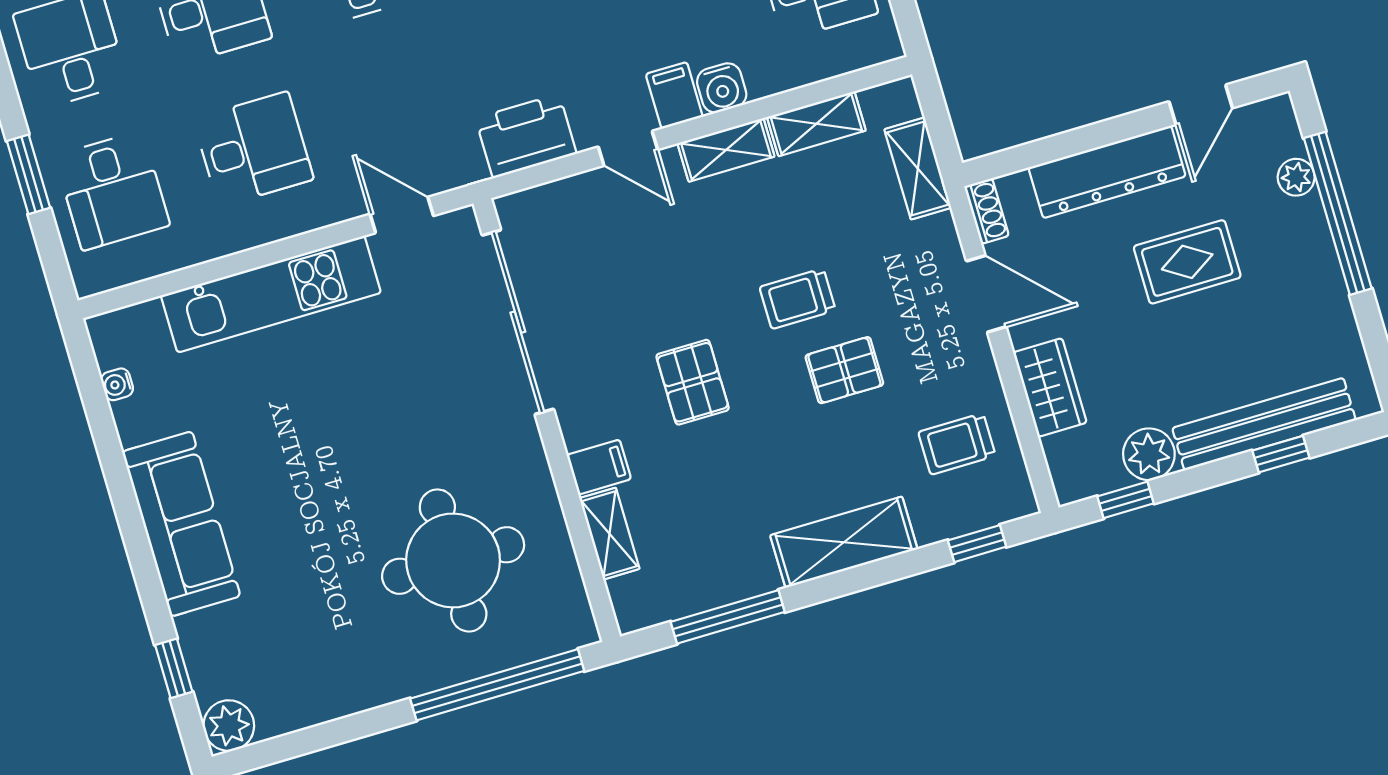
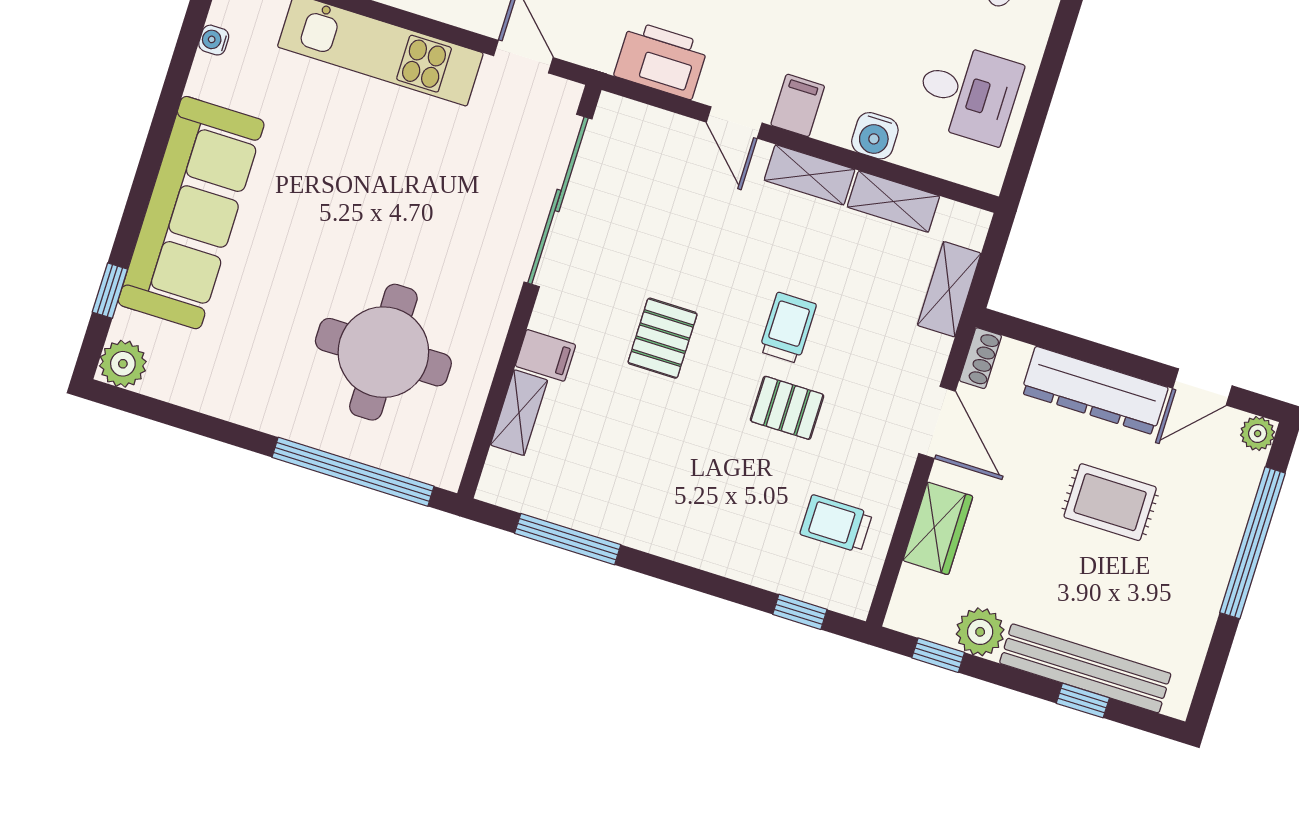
water cooler: (722, 88) -> (875, 136), moved
plant: (1296, 177) -> (1258, 434), moved
trolley: (798, 299) -> (788, 328), turned 90
sofa: (181, 524) -> (191, 213), width x1.36, depth x1.27
shelving: (844, 542) -> (697, 541), removed

